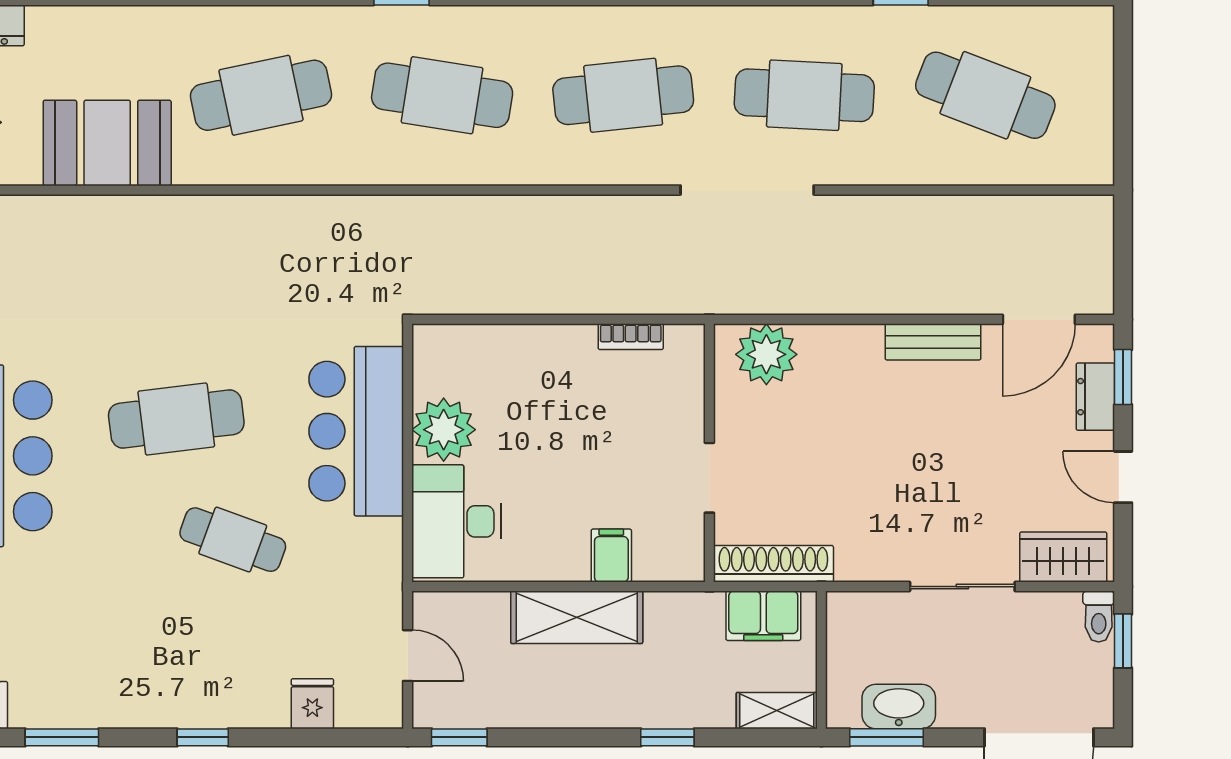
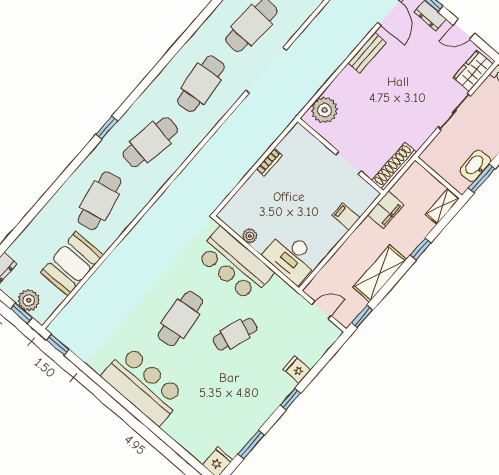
bookcase: (631, 337) -> (269, 162), moved
plant: (444, 430) -> (250, 236), width x0.53, depth x0.53
filing cabinet: (763, 616) -> (386, 210), moved
shelving: (577, 617) -> (380, 273), moved
fridge: (312, 704) -> (297, 370), moved

